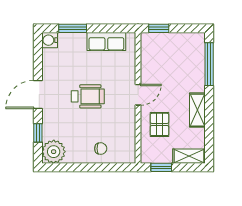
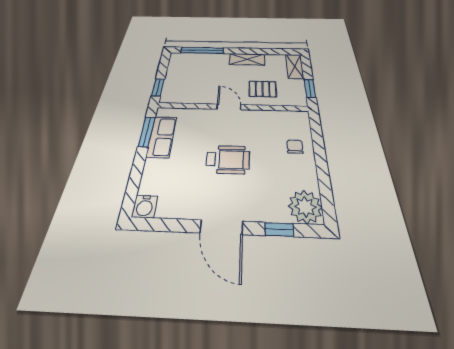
window: (73, 28) -> (147, 132), moved
wheelchair: (88, 96) -> (228, 159), turned 90

